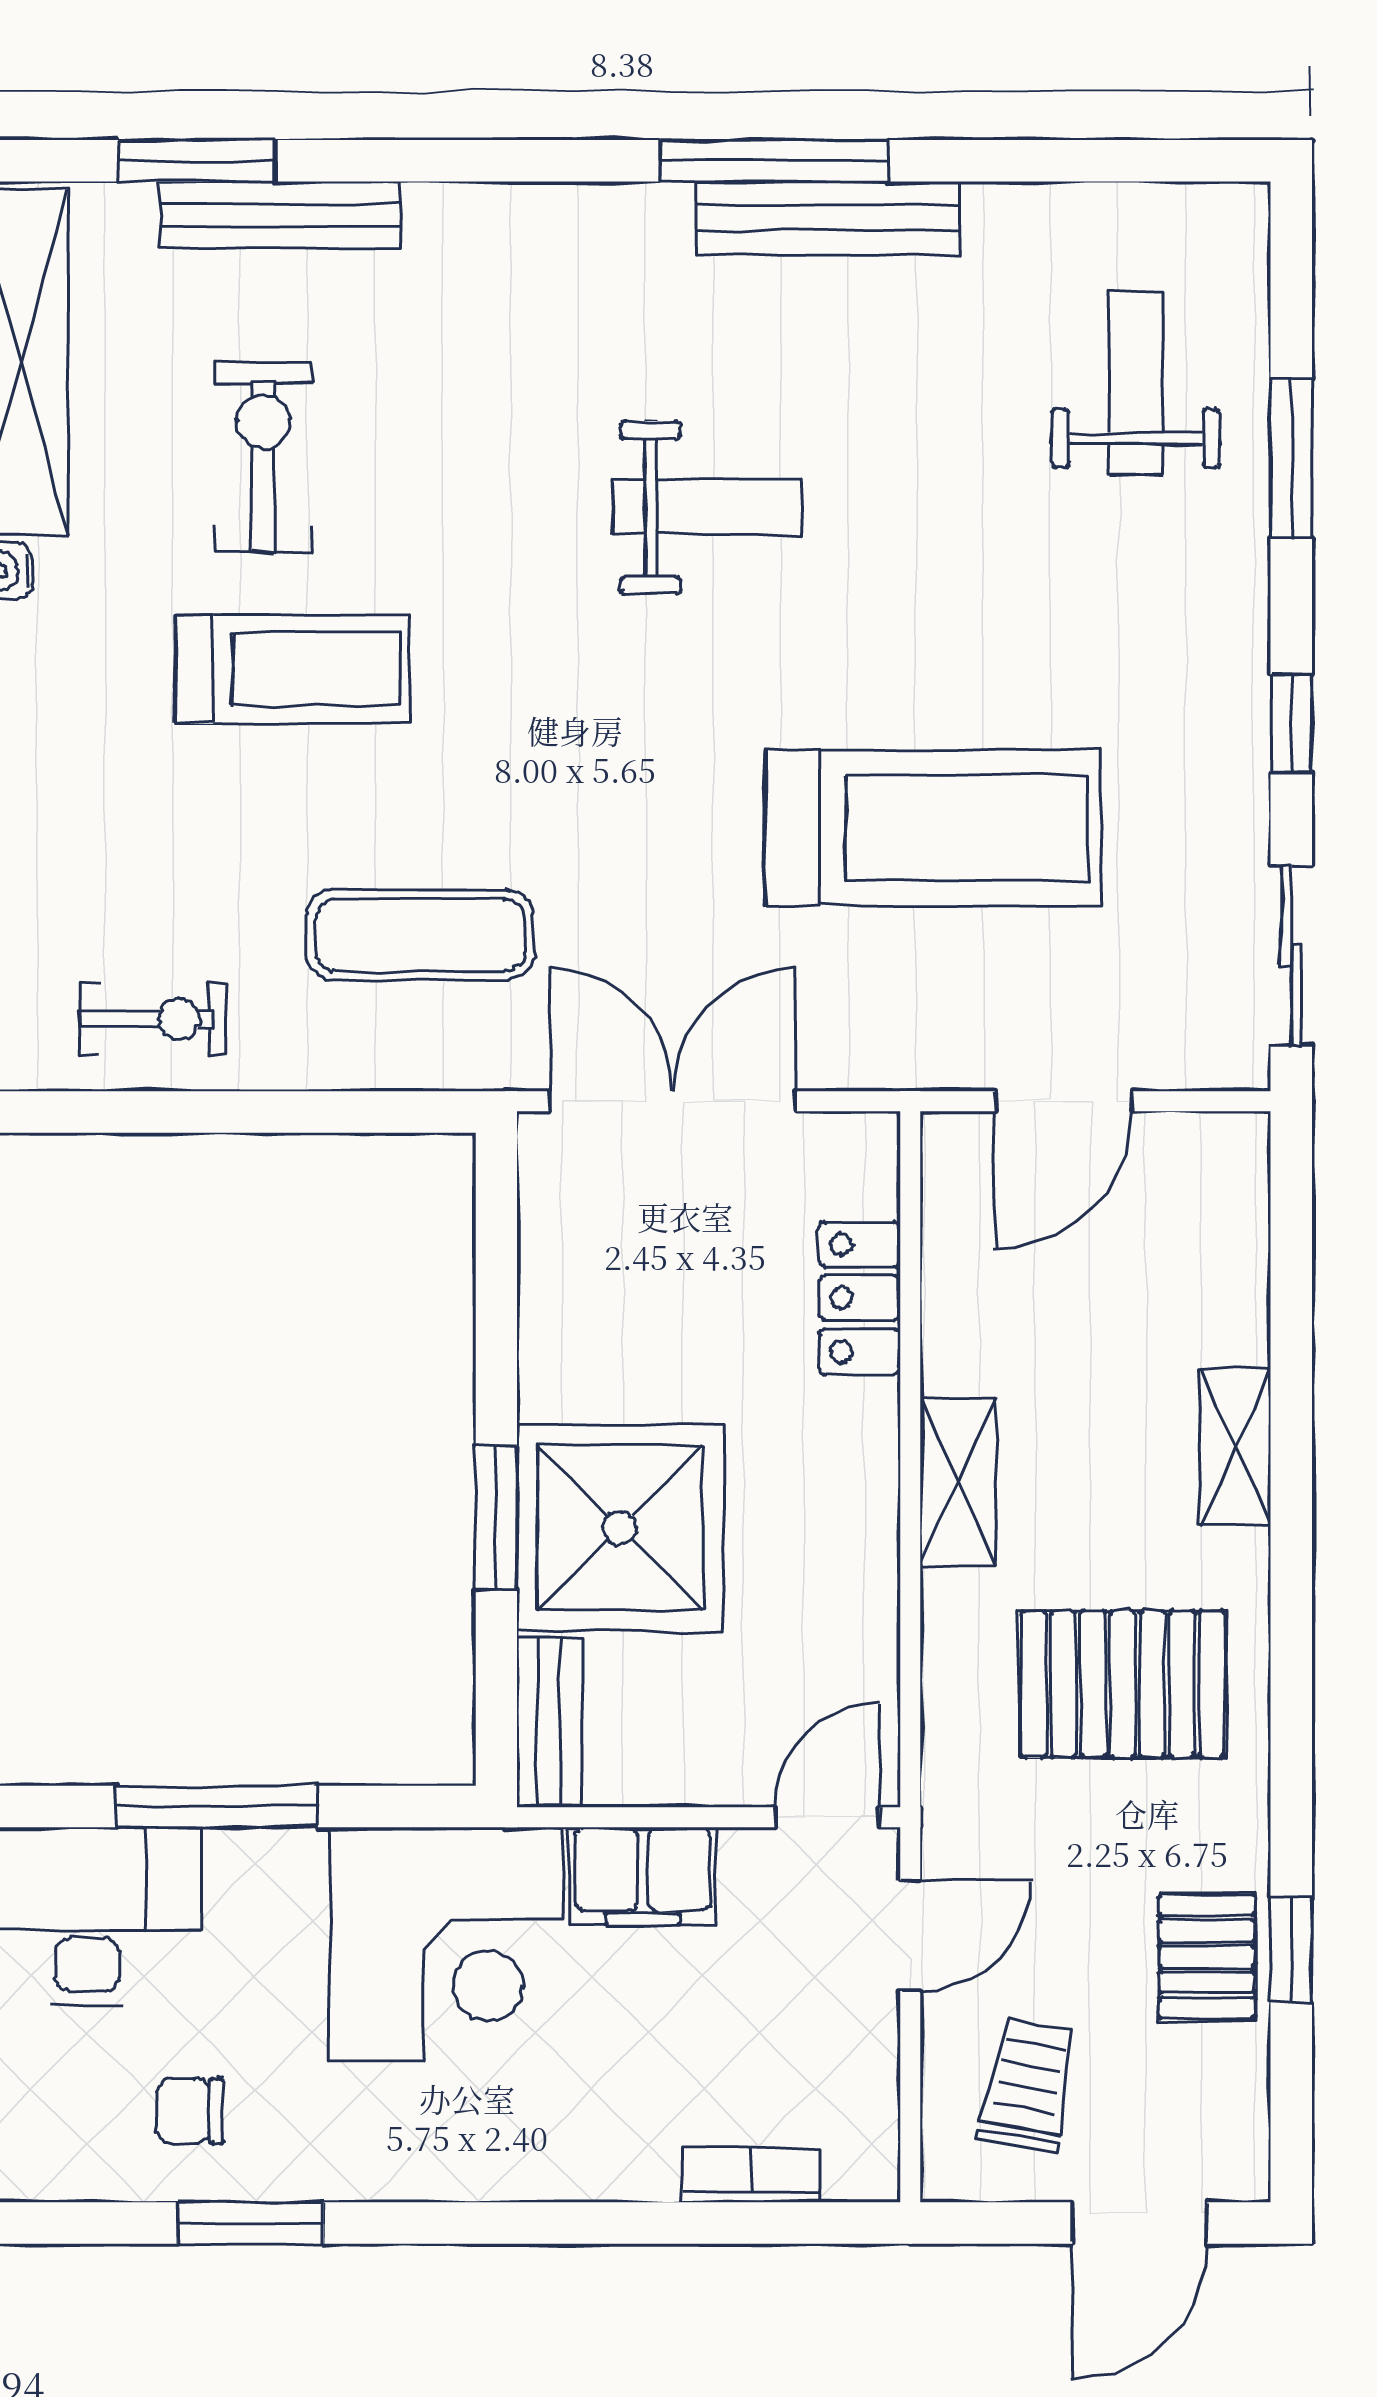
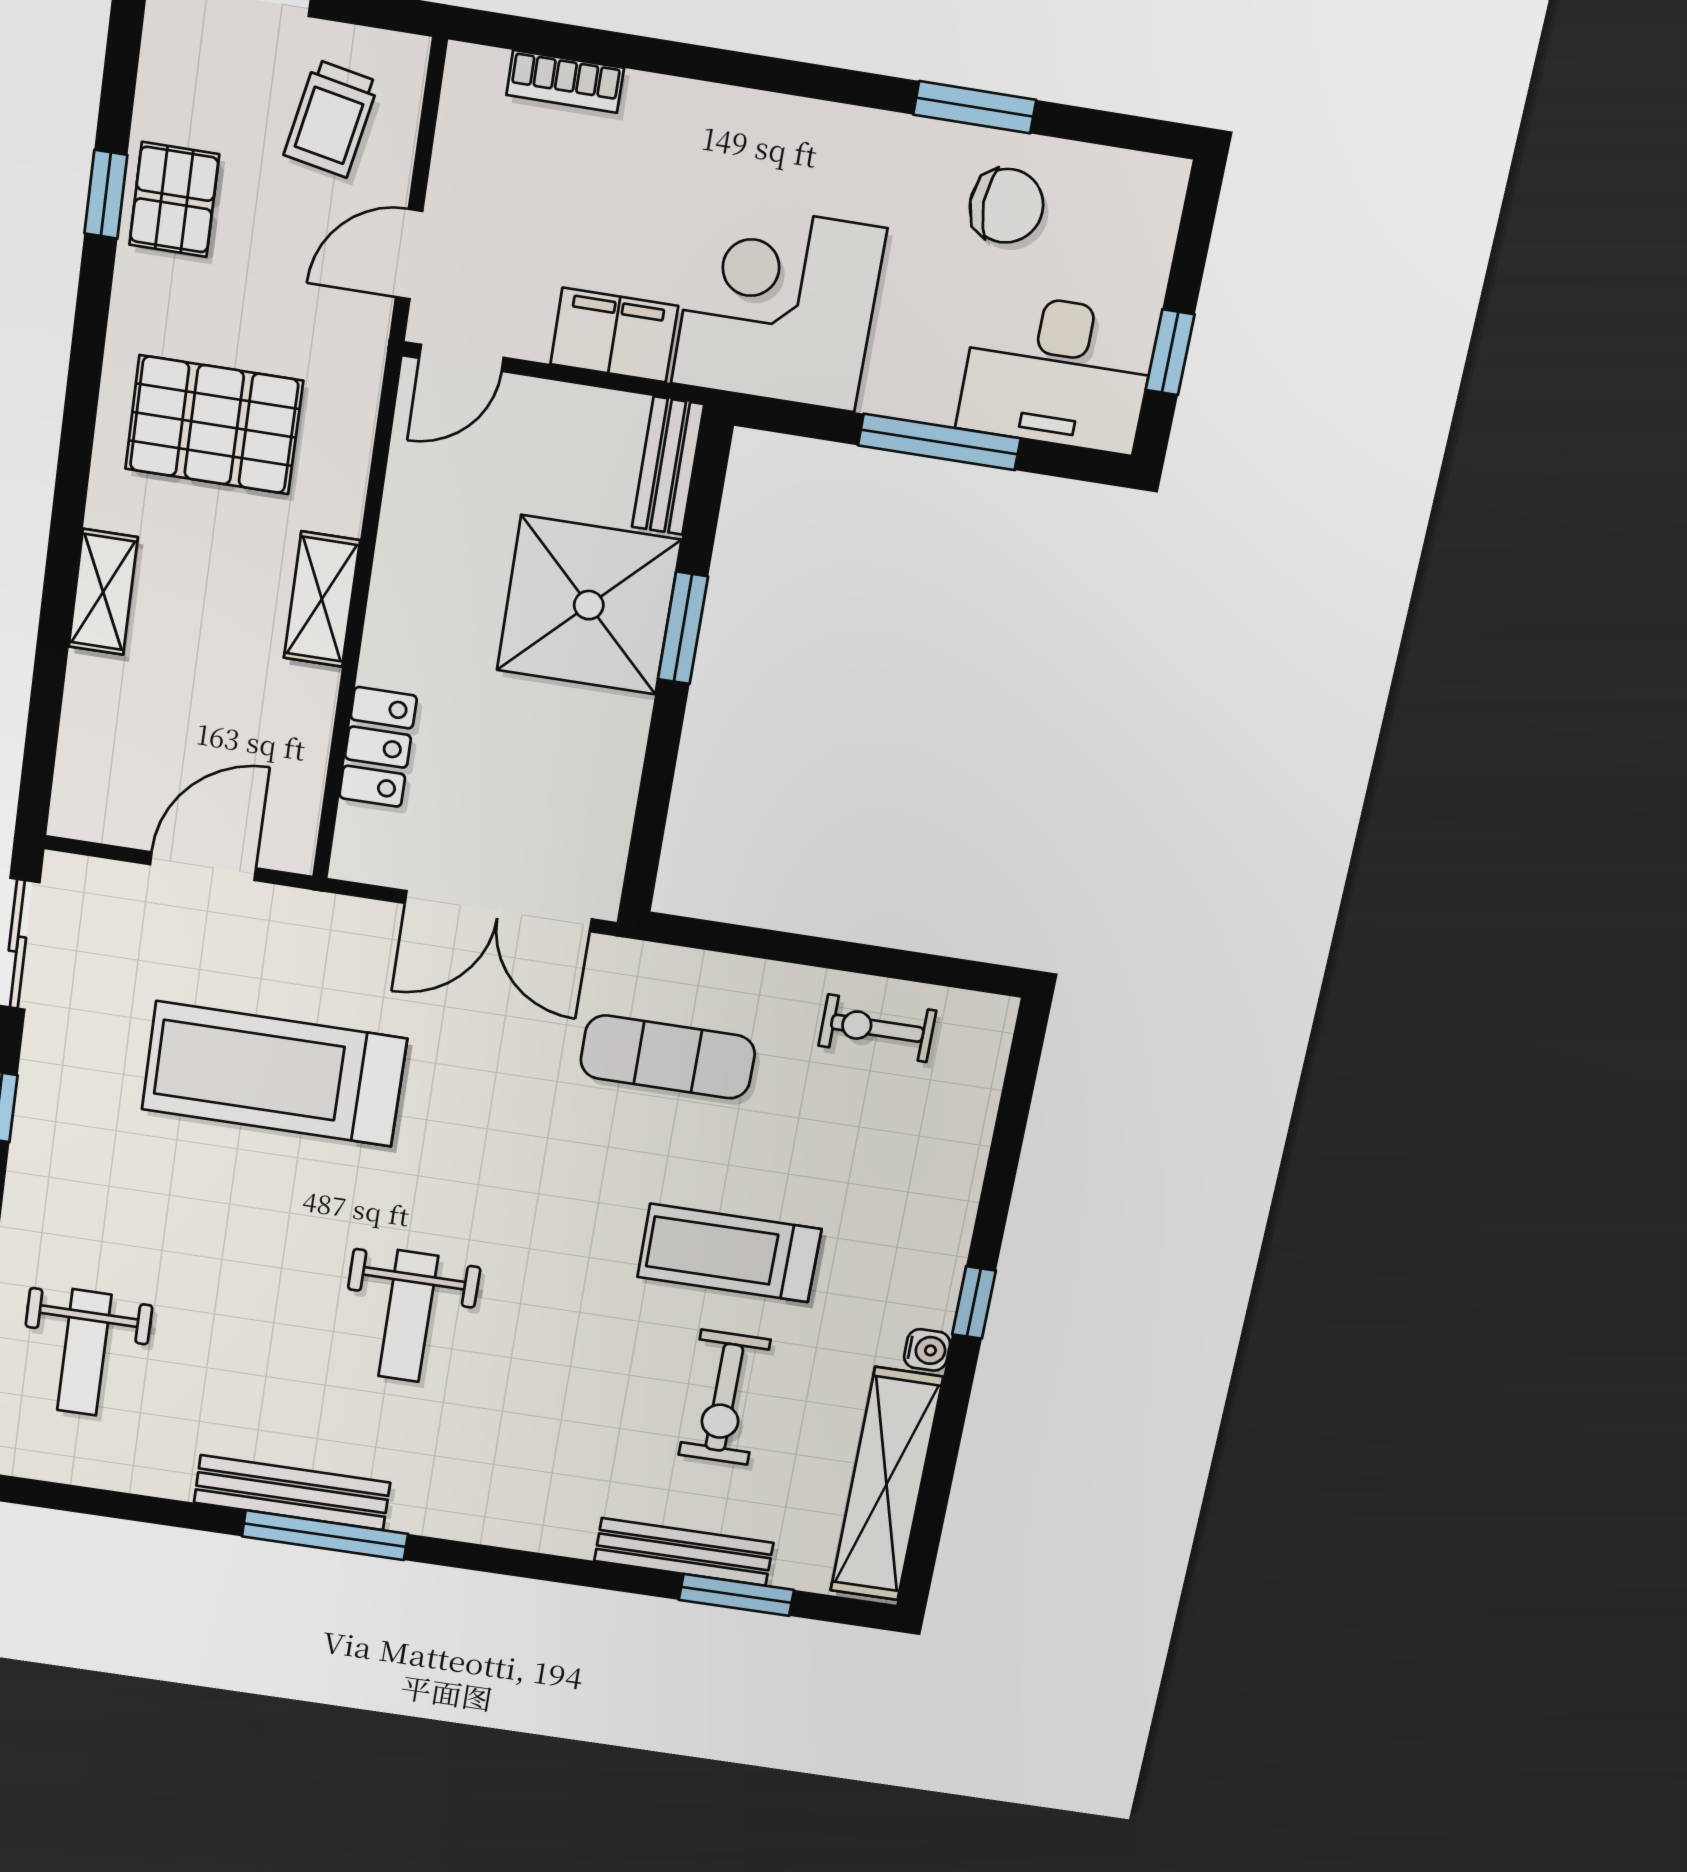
weight bench: (707, 508) -> (408, 1316), turned -90
chair: (190, 2111) -> (1006, 206), width x1.37, depth x1.37

